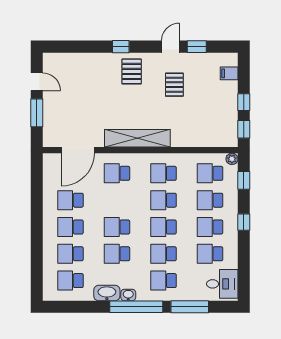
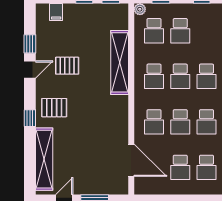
door: (170, 47) -> (30, 69), swing flipped
shelving: (79, 61) -> (44, 159), added
shelving: (137, 138) -> (120, 62), moved
school desk: (210, 227) -> (180, 122), moved

